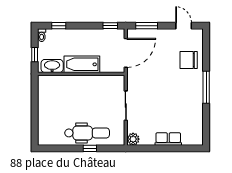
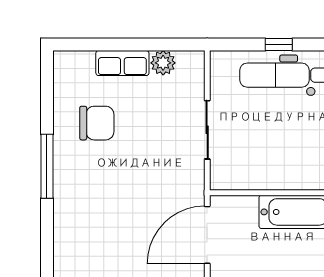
chair: (189, 60) -> (97, 123), moved
plant: (133, 139) -> (163, 63), moved

